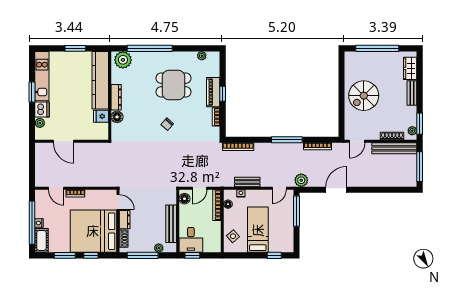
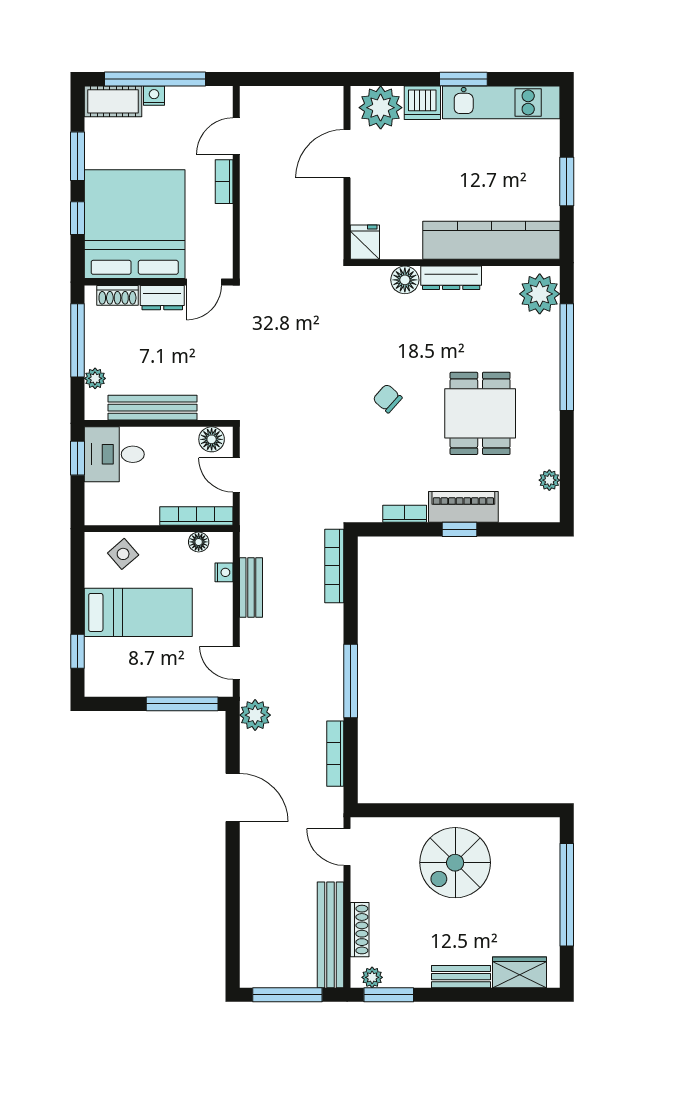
spiral stairs: (364, 96) -> (455, 863), turned -90
fridge: (101, 116) -> (365, 242), moved
plant: (40, 123) -> (381, 108), width x1.88, depth x1.88

